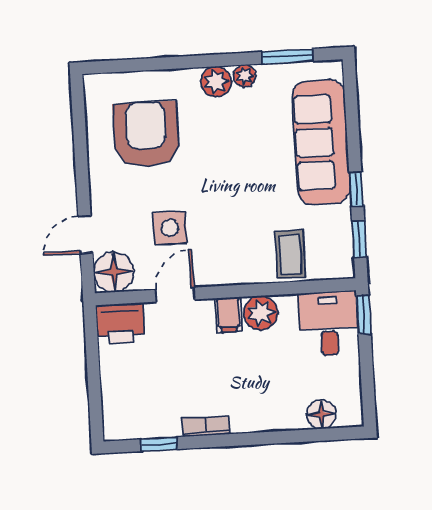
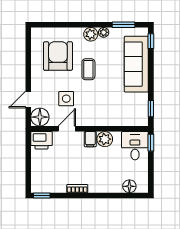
window: (356, 189) -> (151, 41), moved
coffee table: (290, 254) -> (88, 69), moved
window: (159, 444) -> (42, 195), moved

